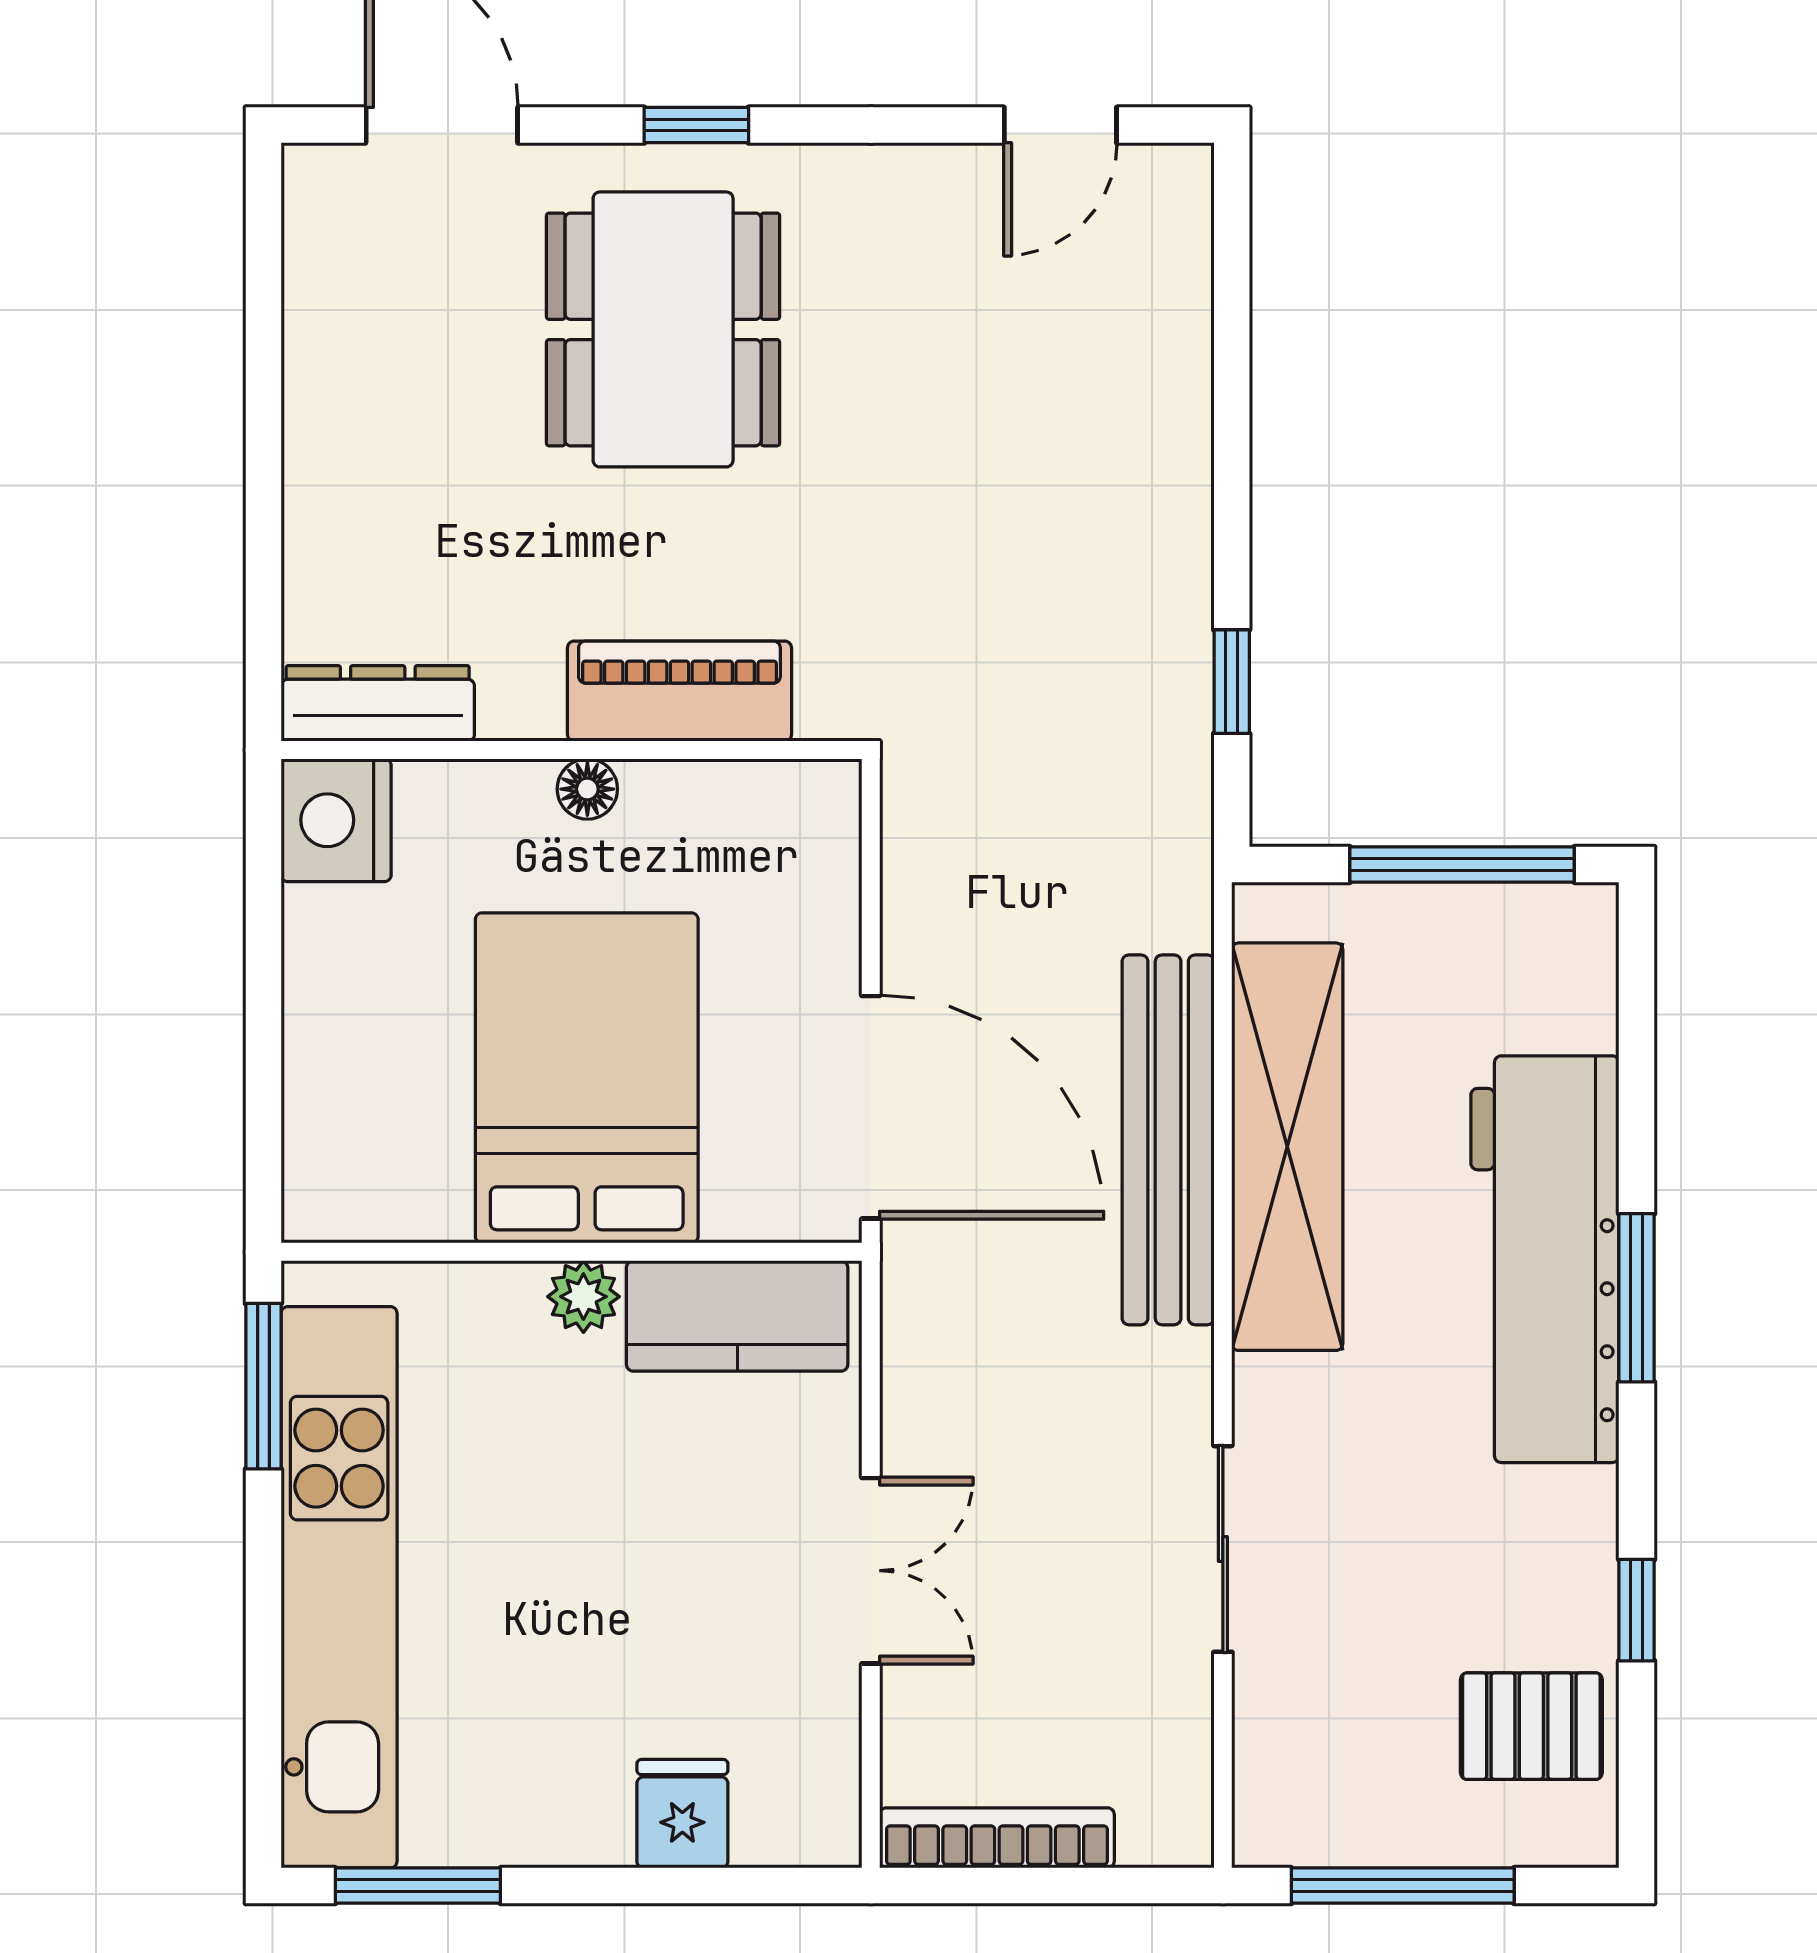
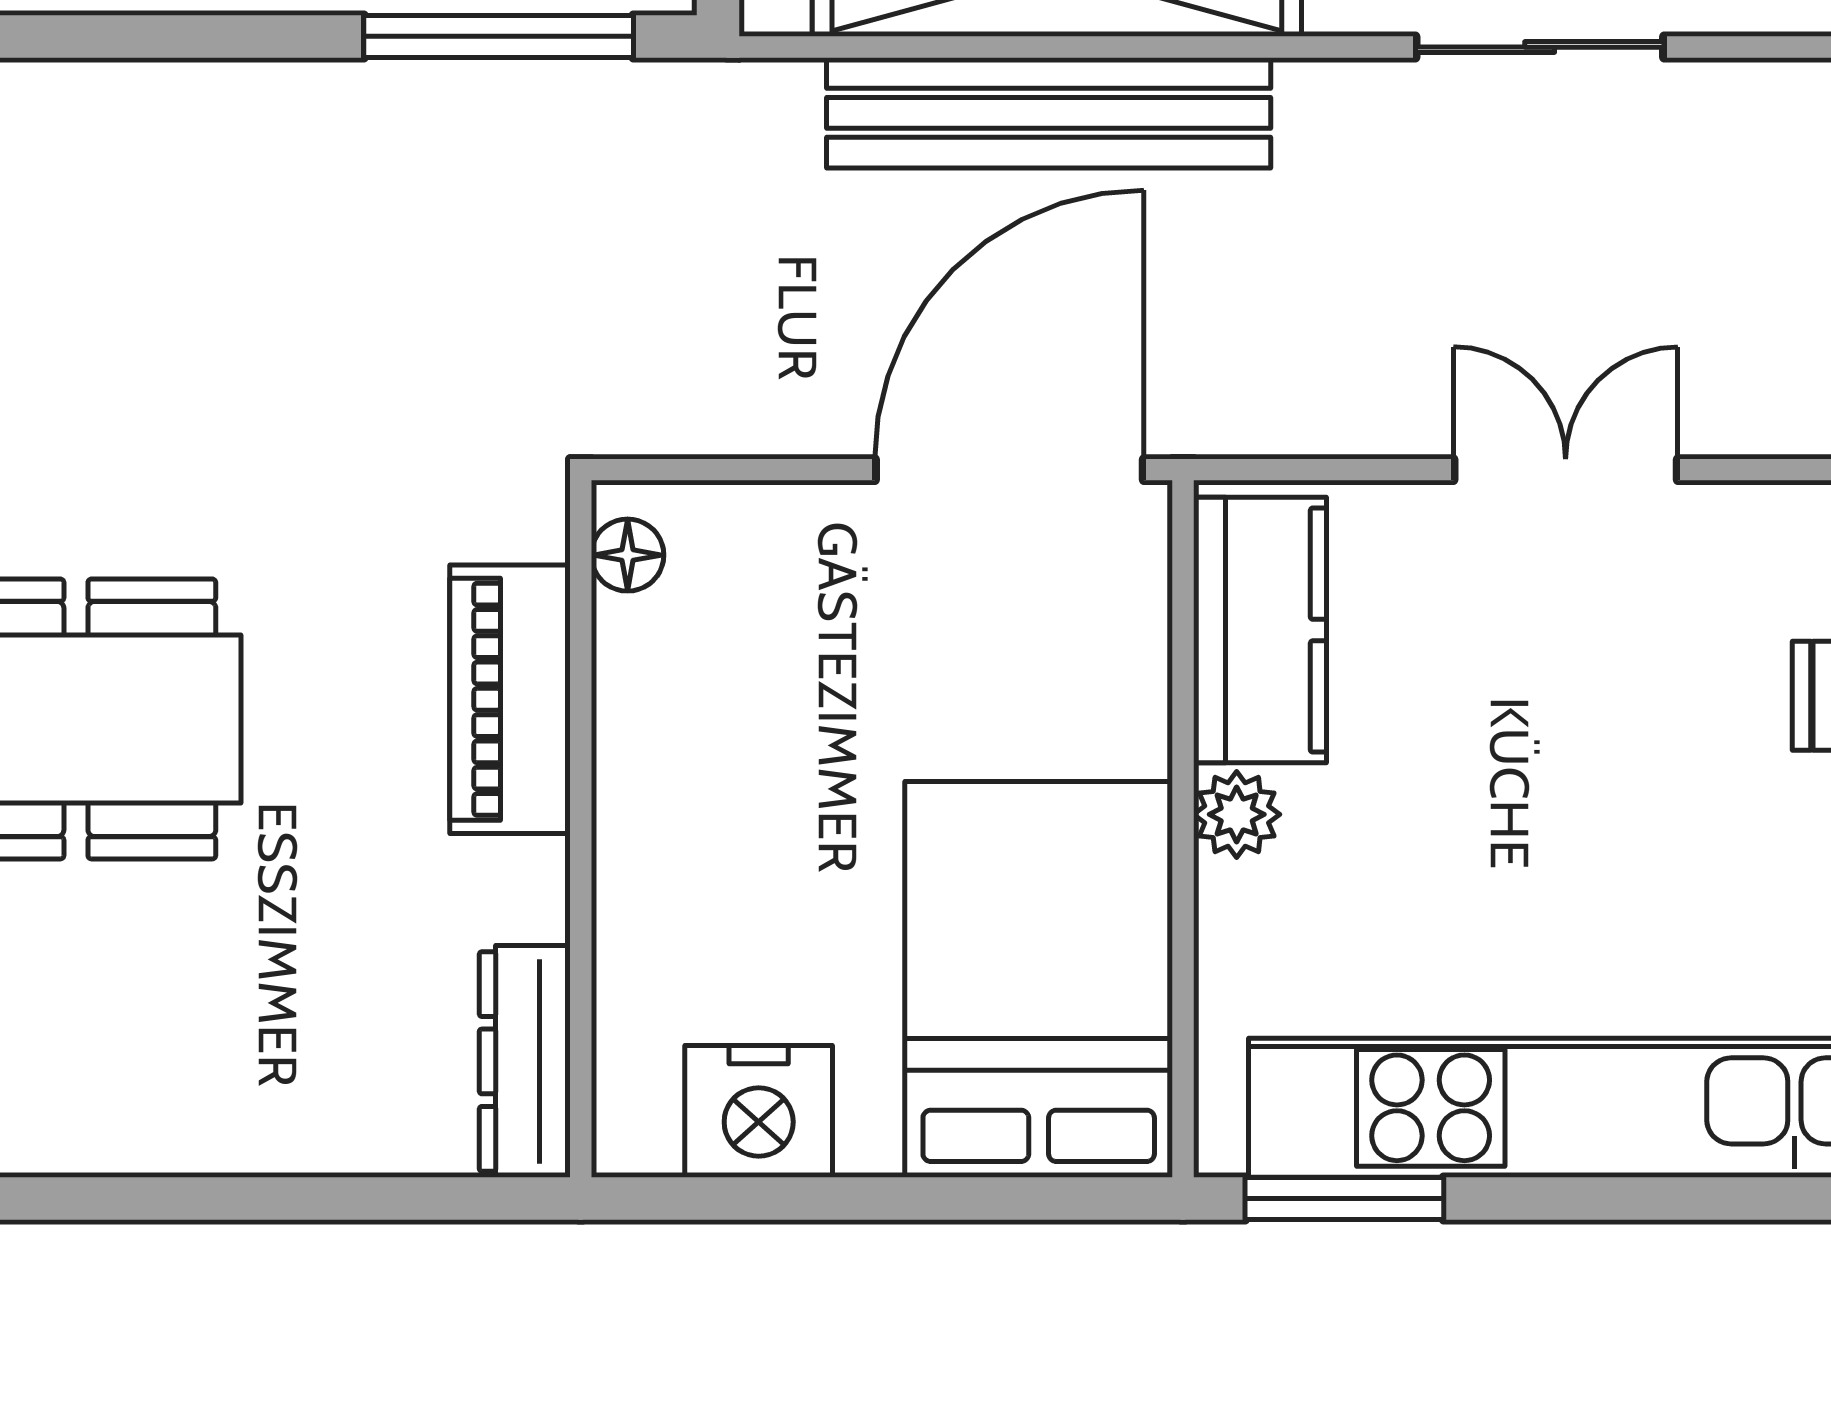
window: (1232, 682) -> (499, 36), width x2.17
floor lamp: (587, 789) -> (628, 555), moved
nightstand: (336, 820) -> (759, 1111), moved
bed: (587, 1078) -> (1039, 979), moved, turned 90

